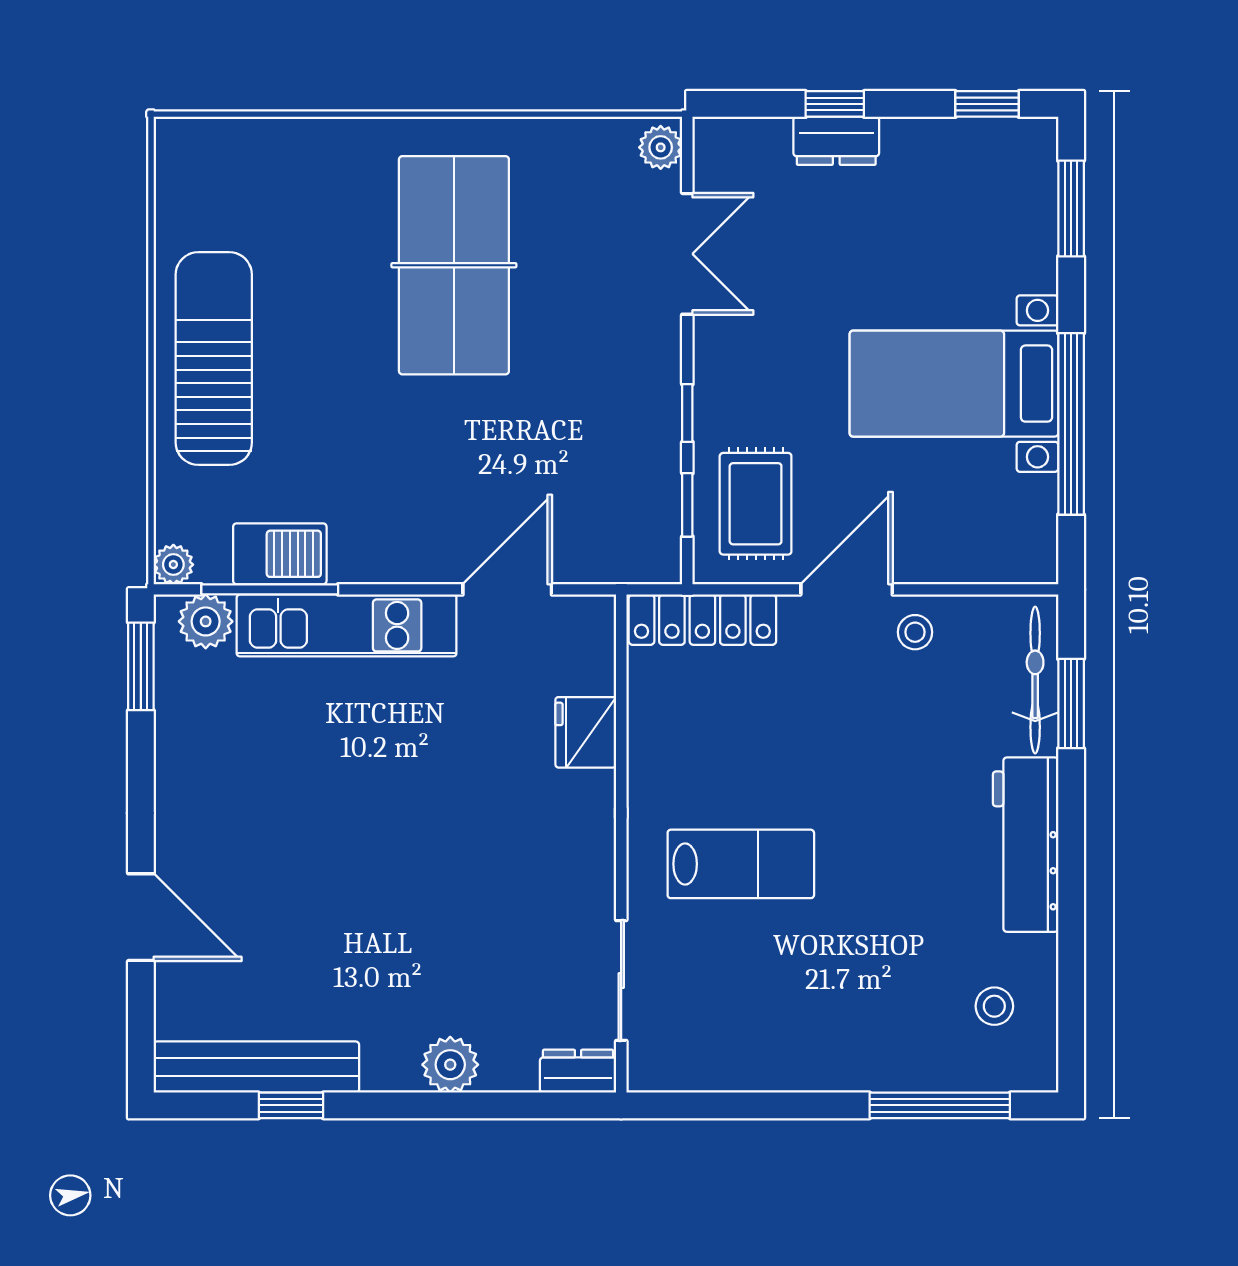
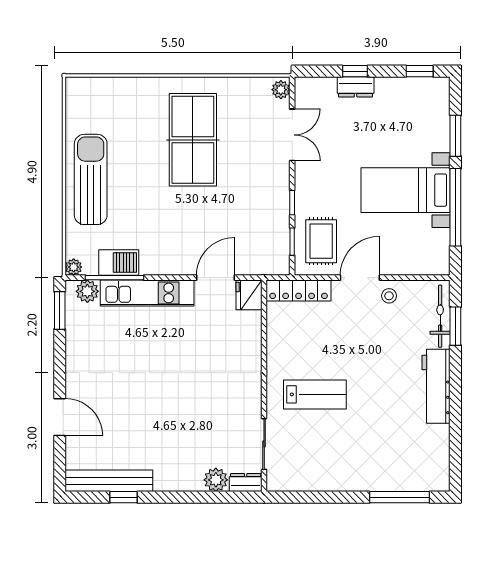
window: (1071, 209) -> (455, 136), moved
fridge: (586, 732) -> (249, 295), moved
stool: (994, 1006) -> (423, 455), removed
plant: (450, 1065) -> (216, 480), moved

